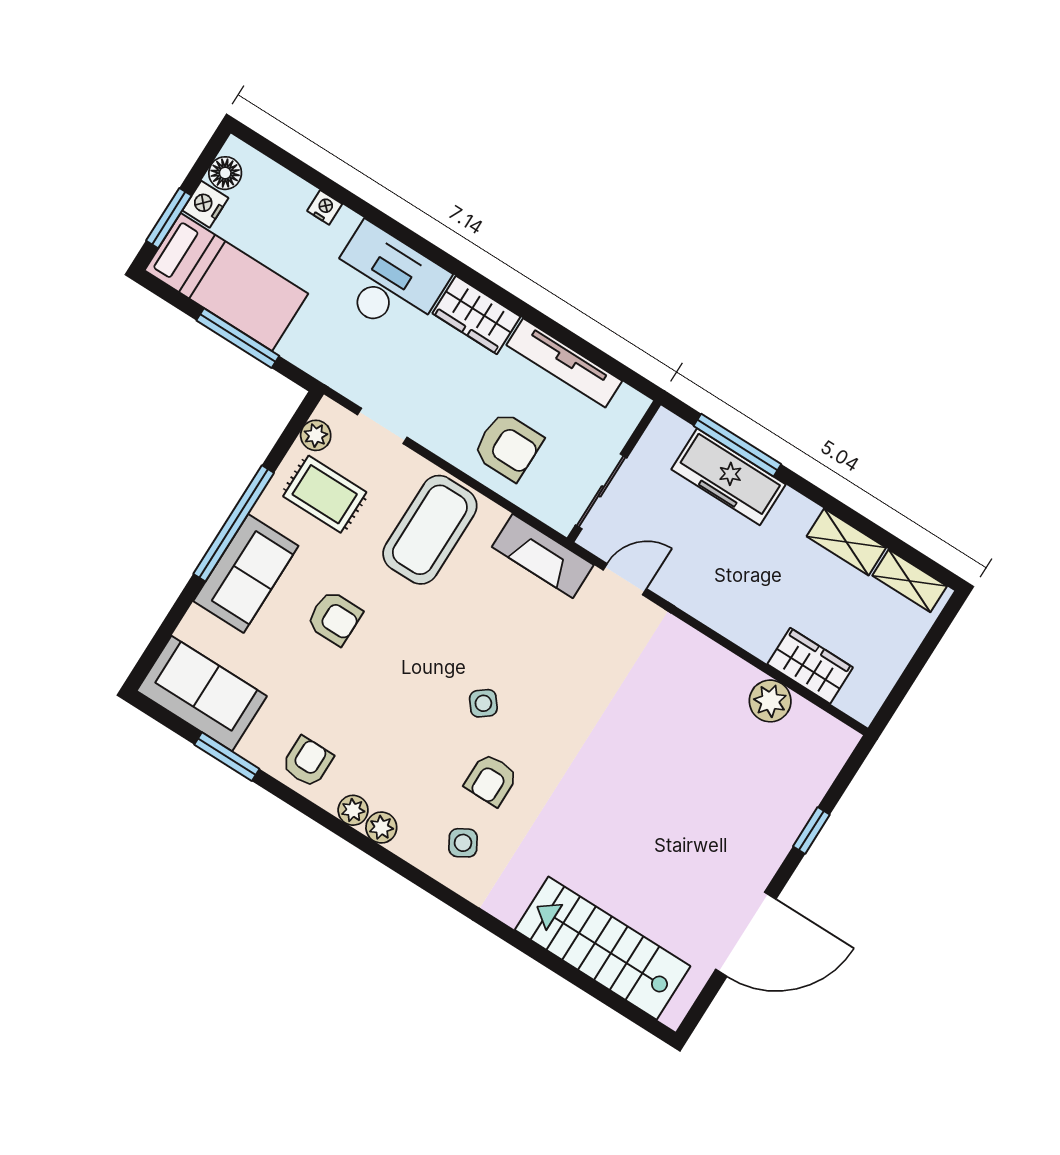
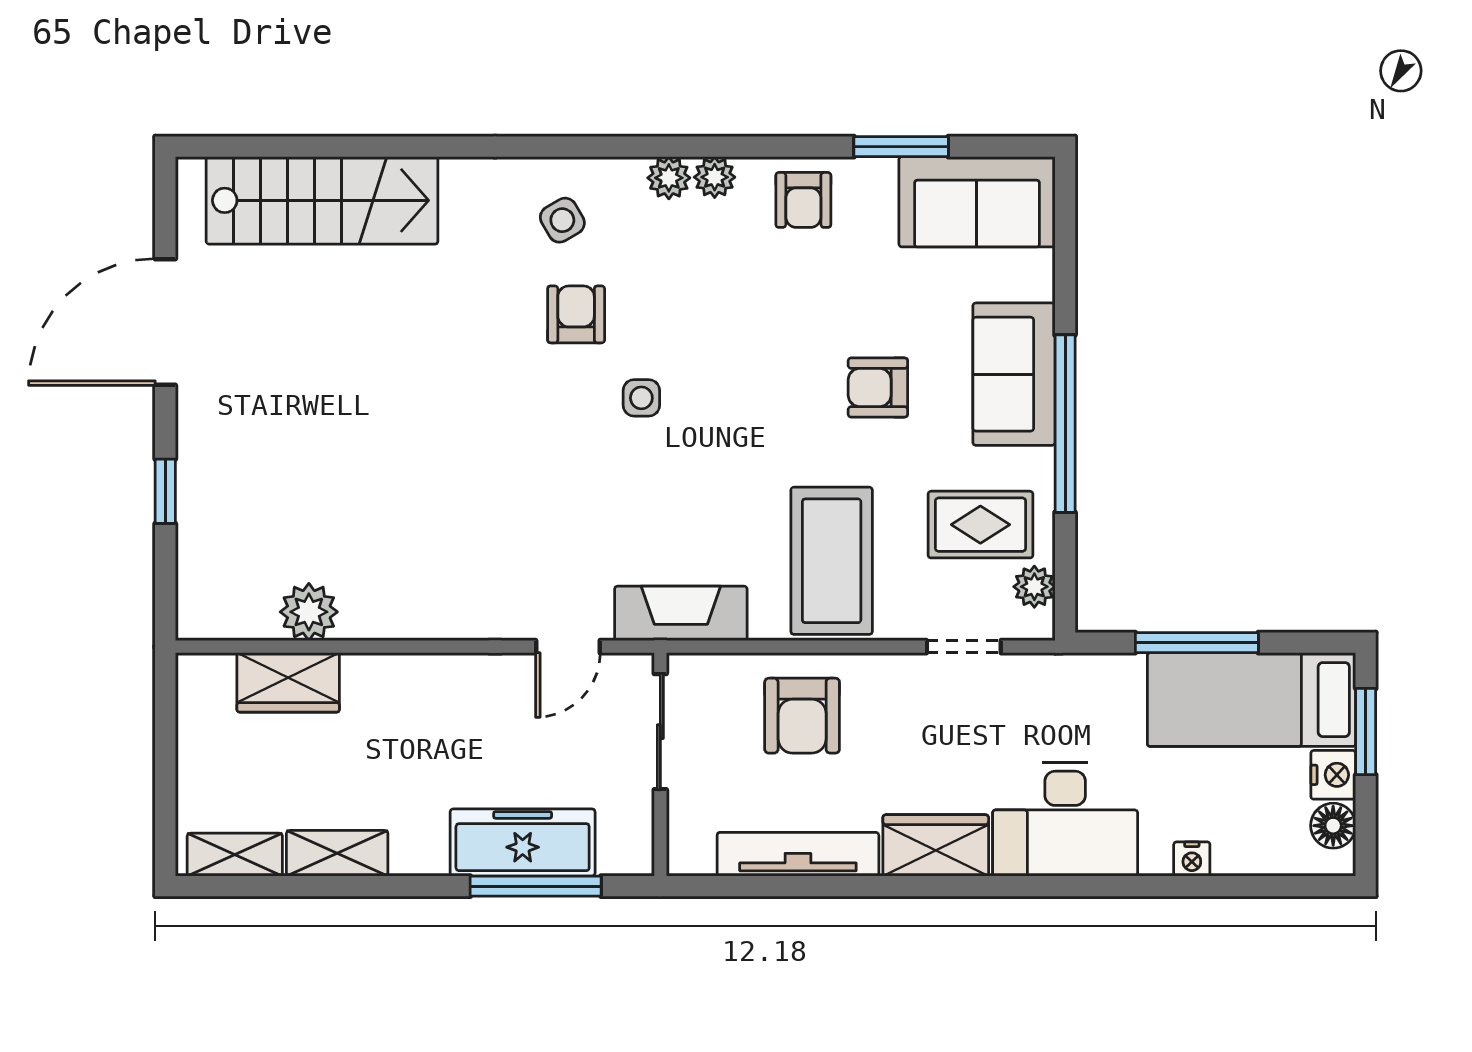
armchair: (508, 446) -> (802, 716), turned -90
side table: (483, 703) -> (641, 398), turned 38

